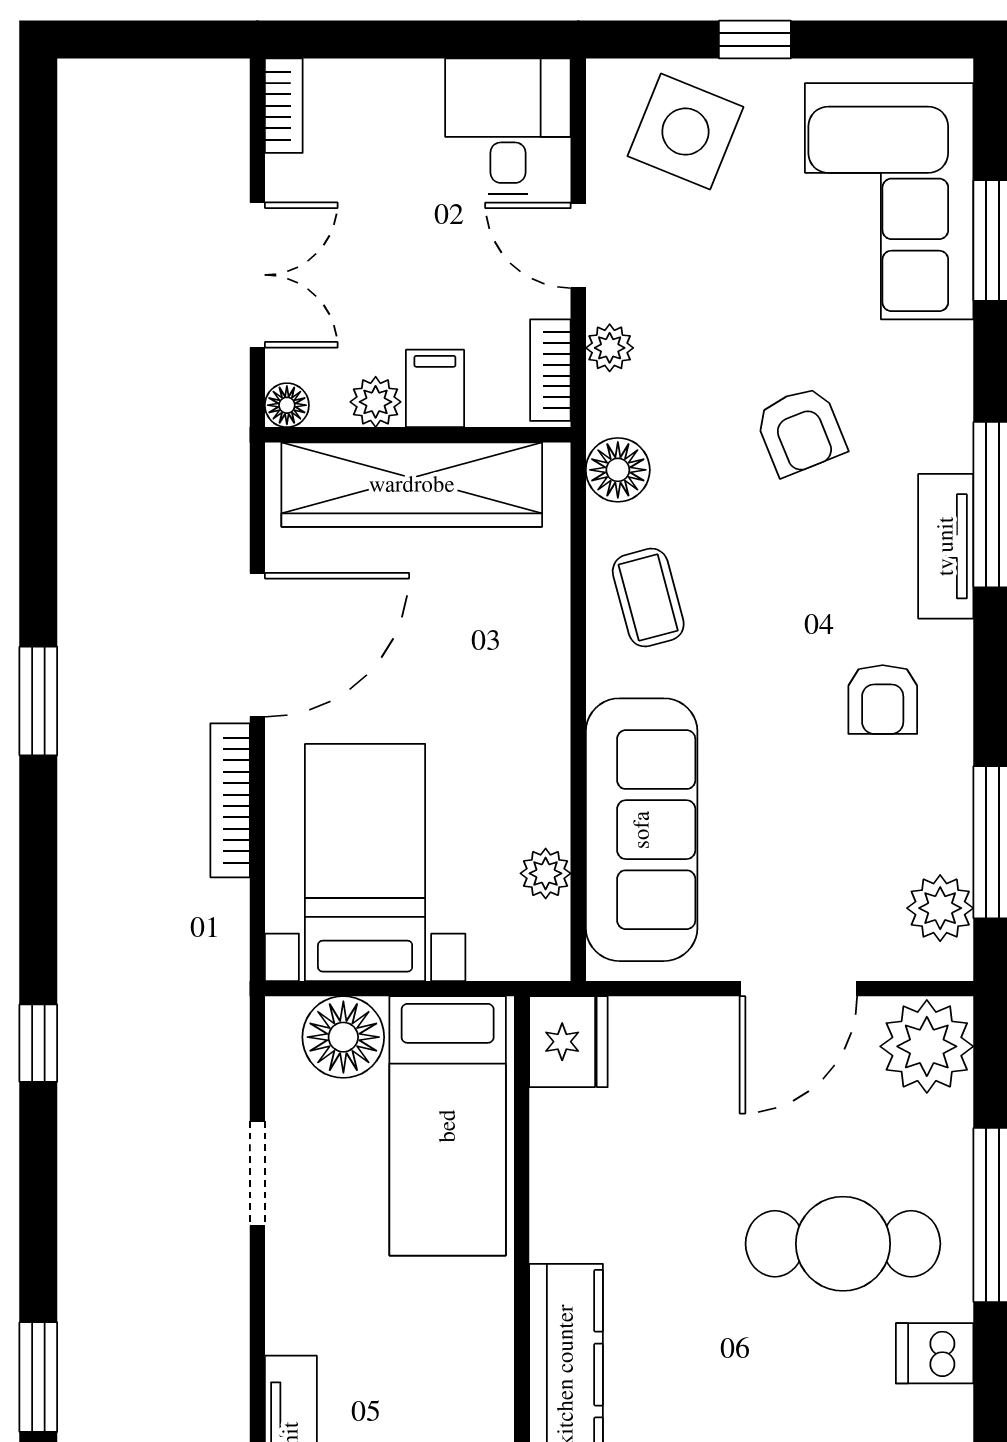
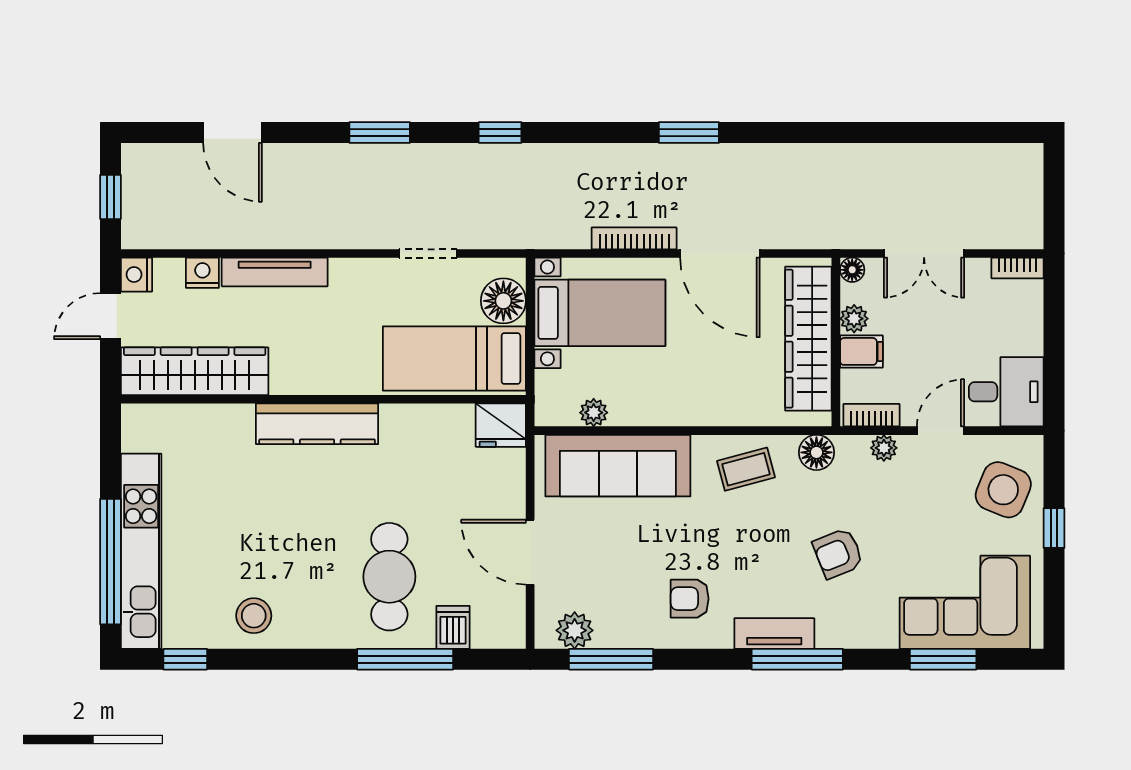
plant: (927, 1046) -> (498, 623), removed
dishwasher: (935, 1353) -> (453, 627), moved
window: (38, 1377) -> (380, 133), moved

